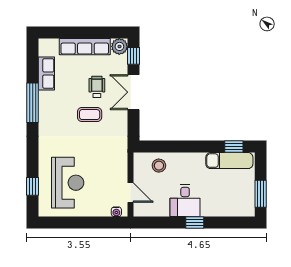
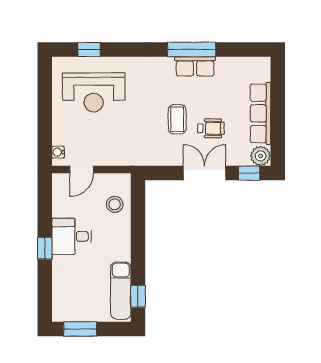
row of seats: (46, 73) -> (195, 66), moved

